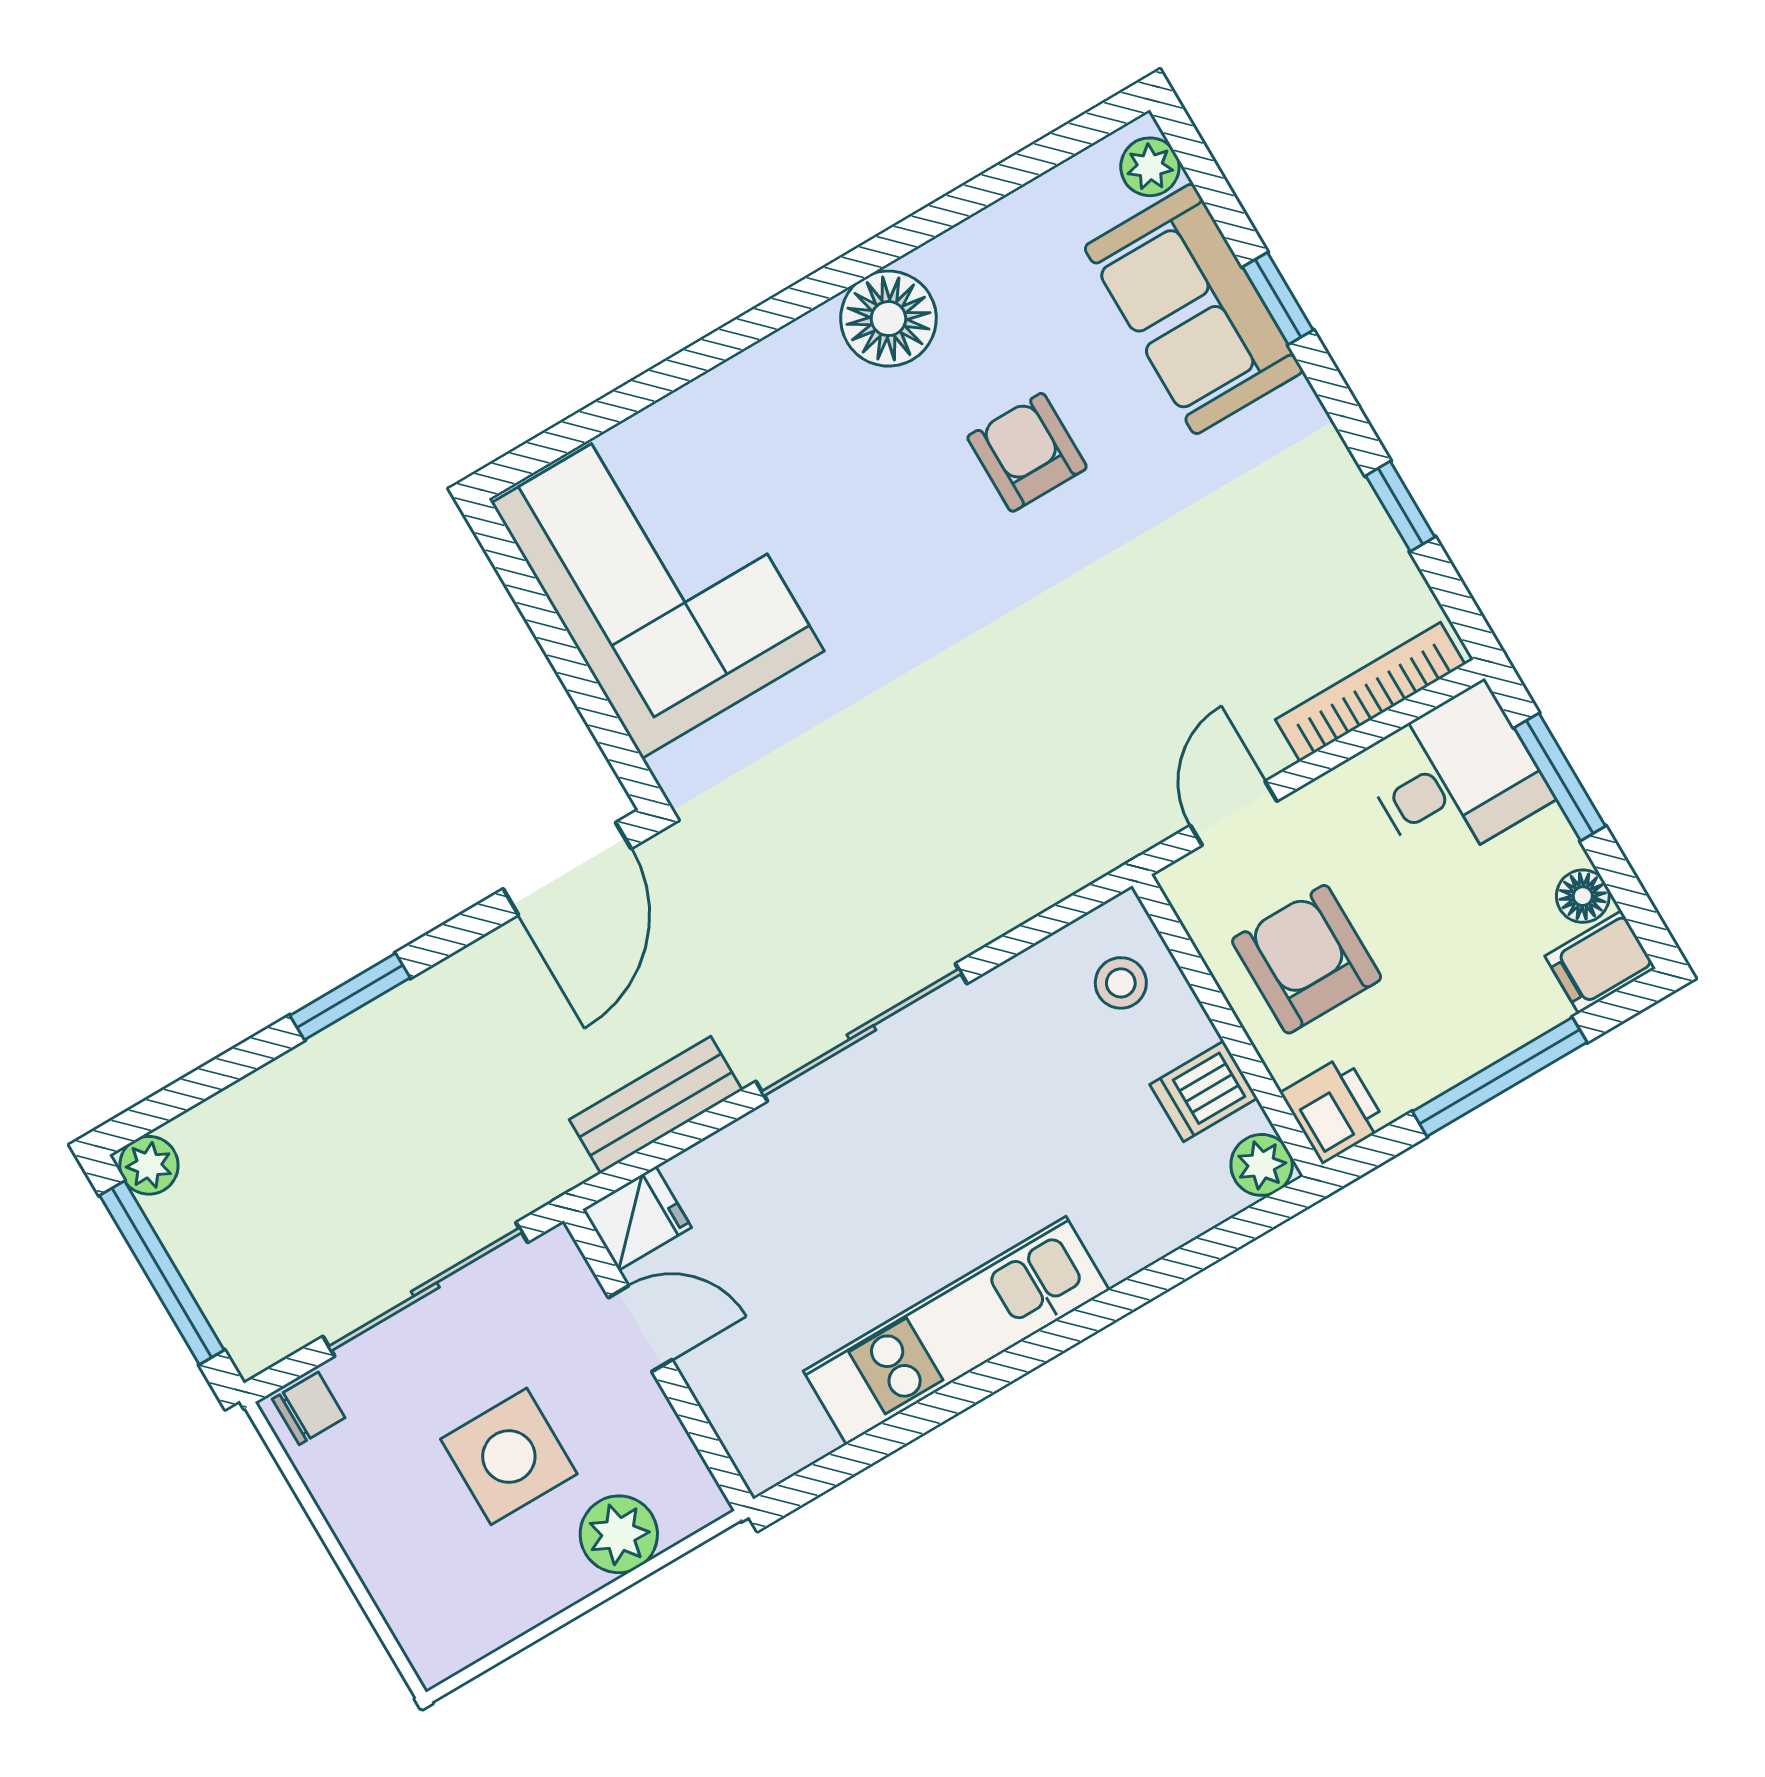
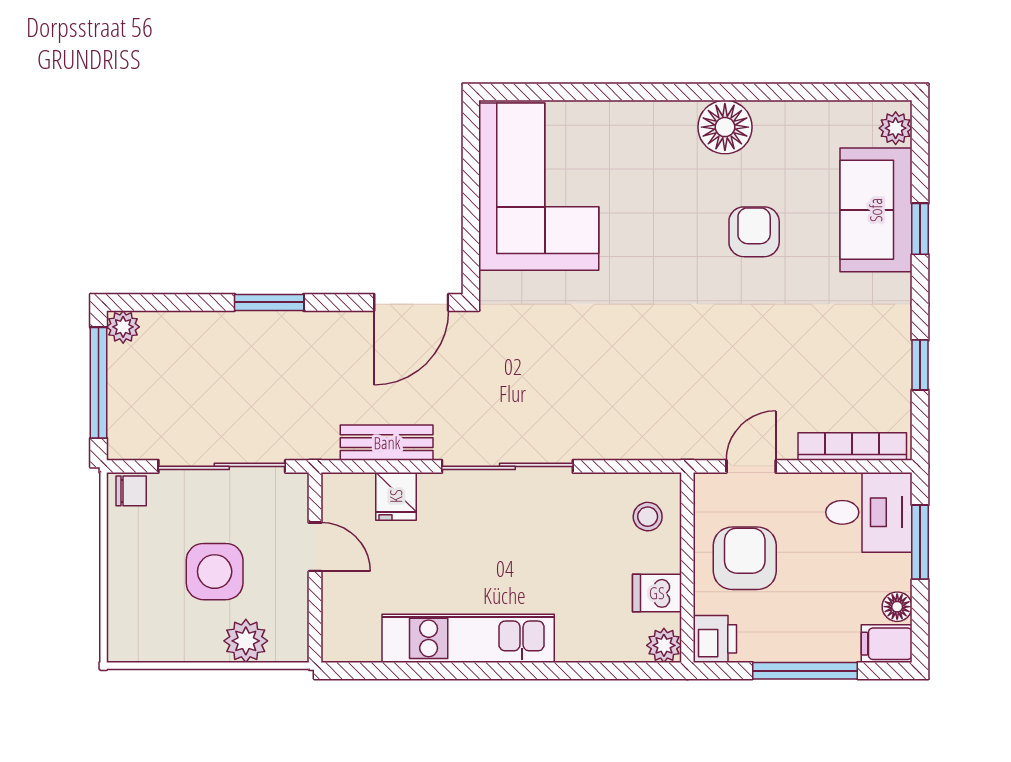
fridge: (637, 1218) -> (396, 496), moved, turned 90

